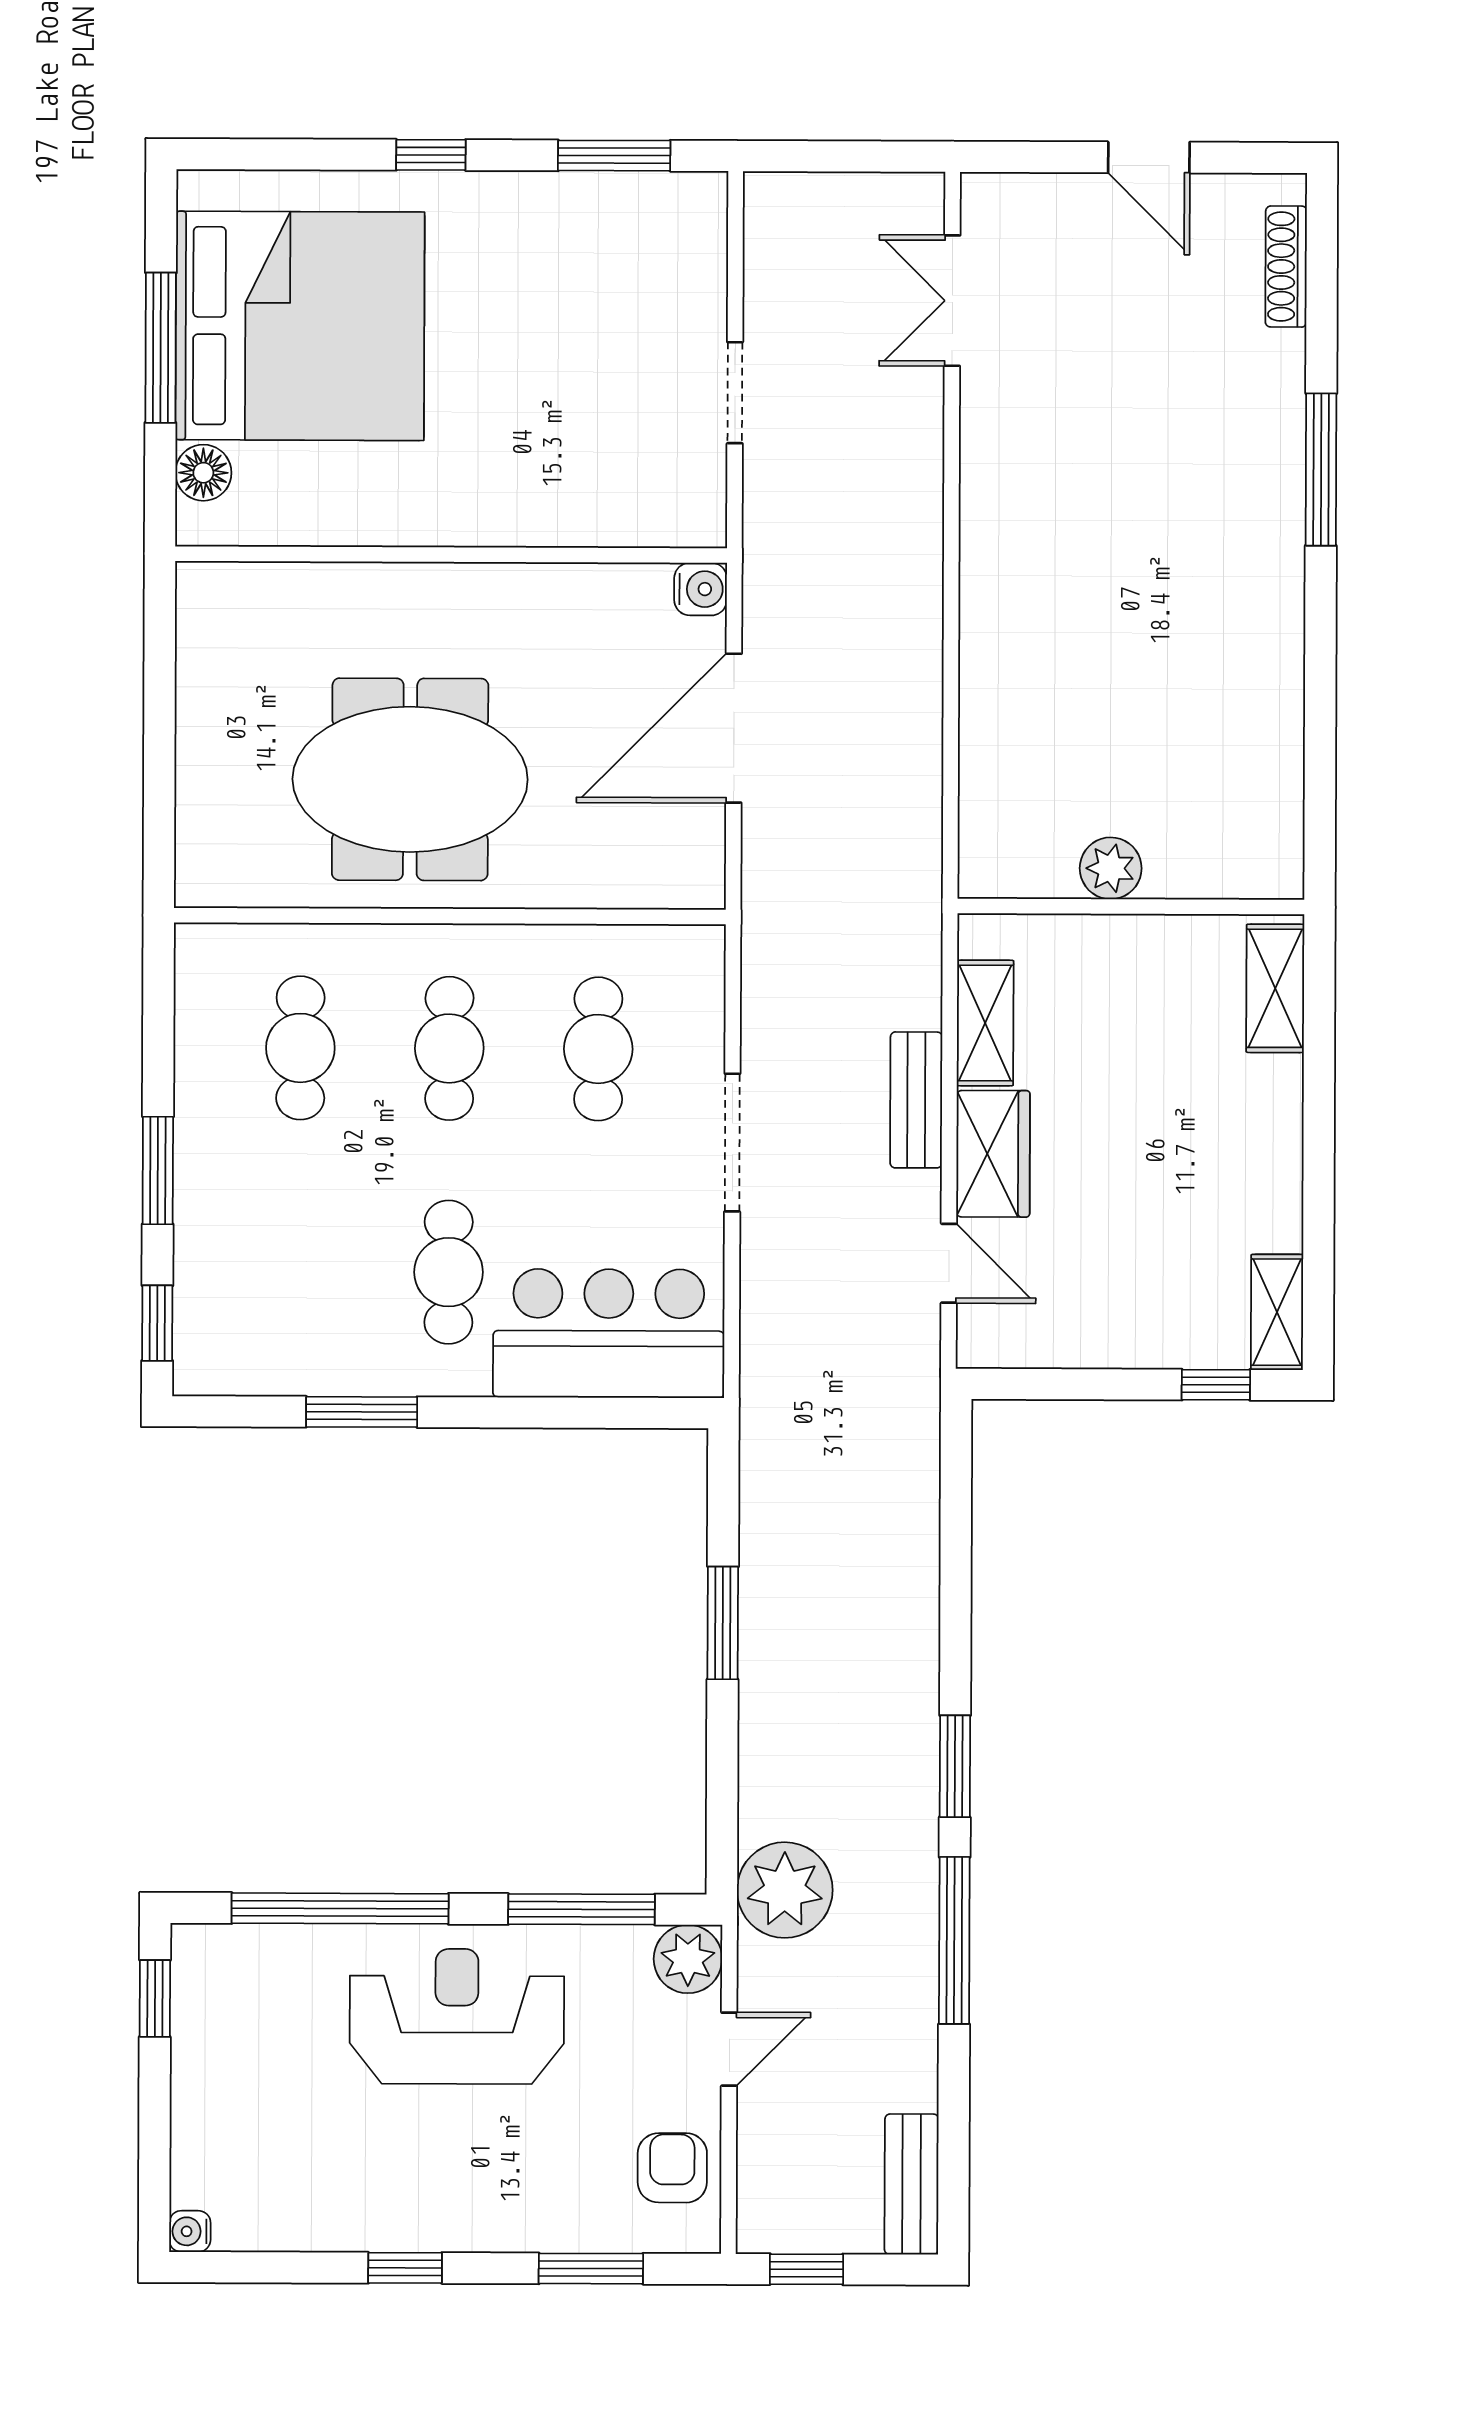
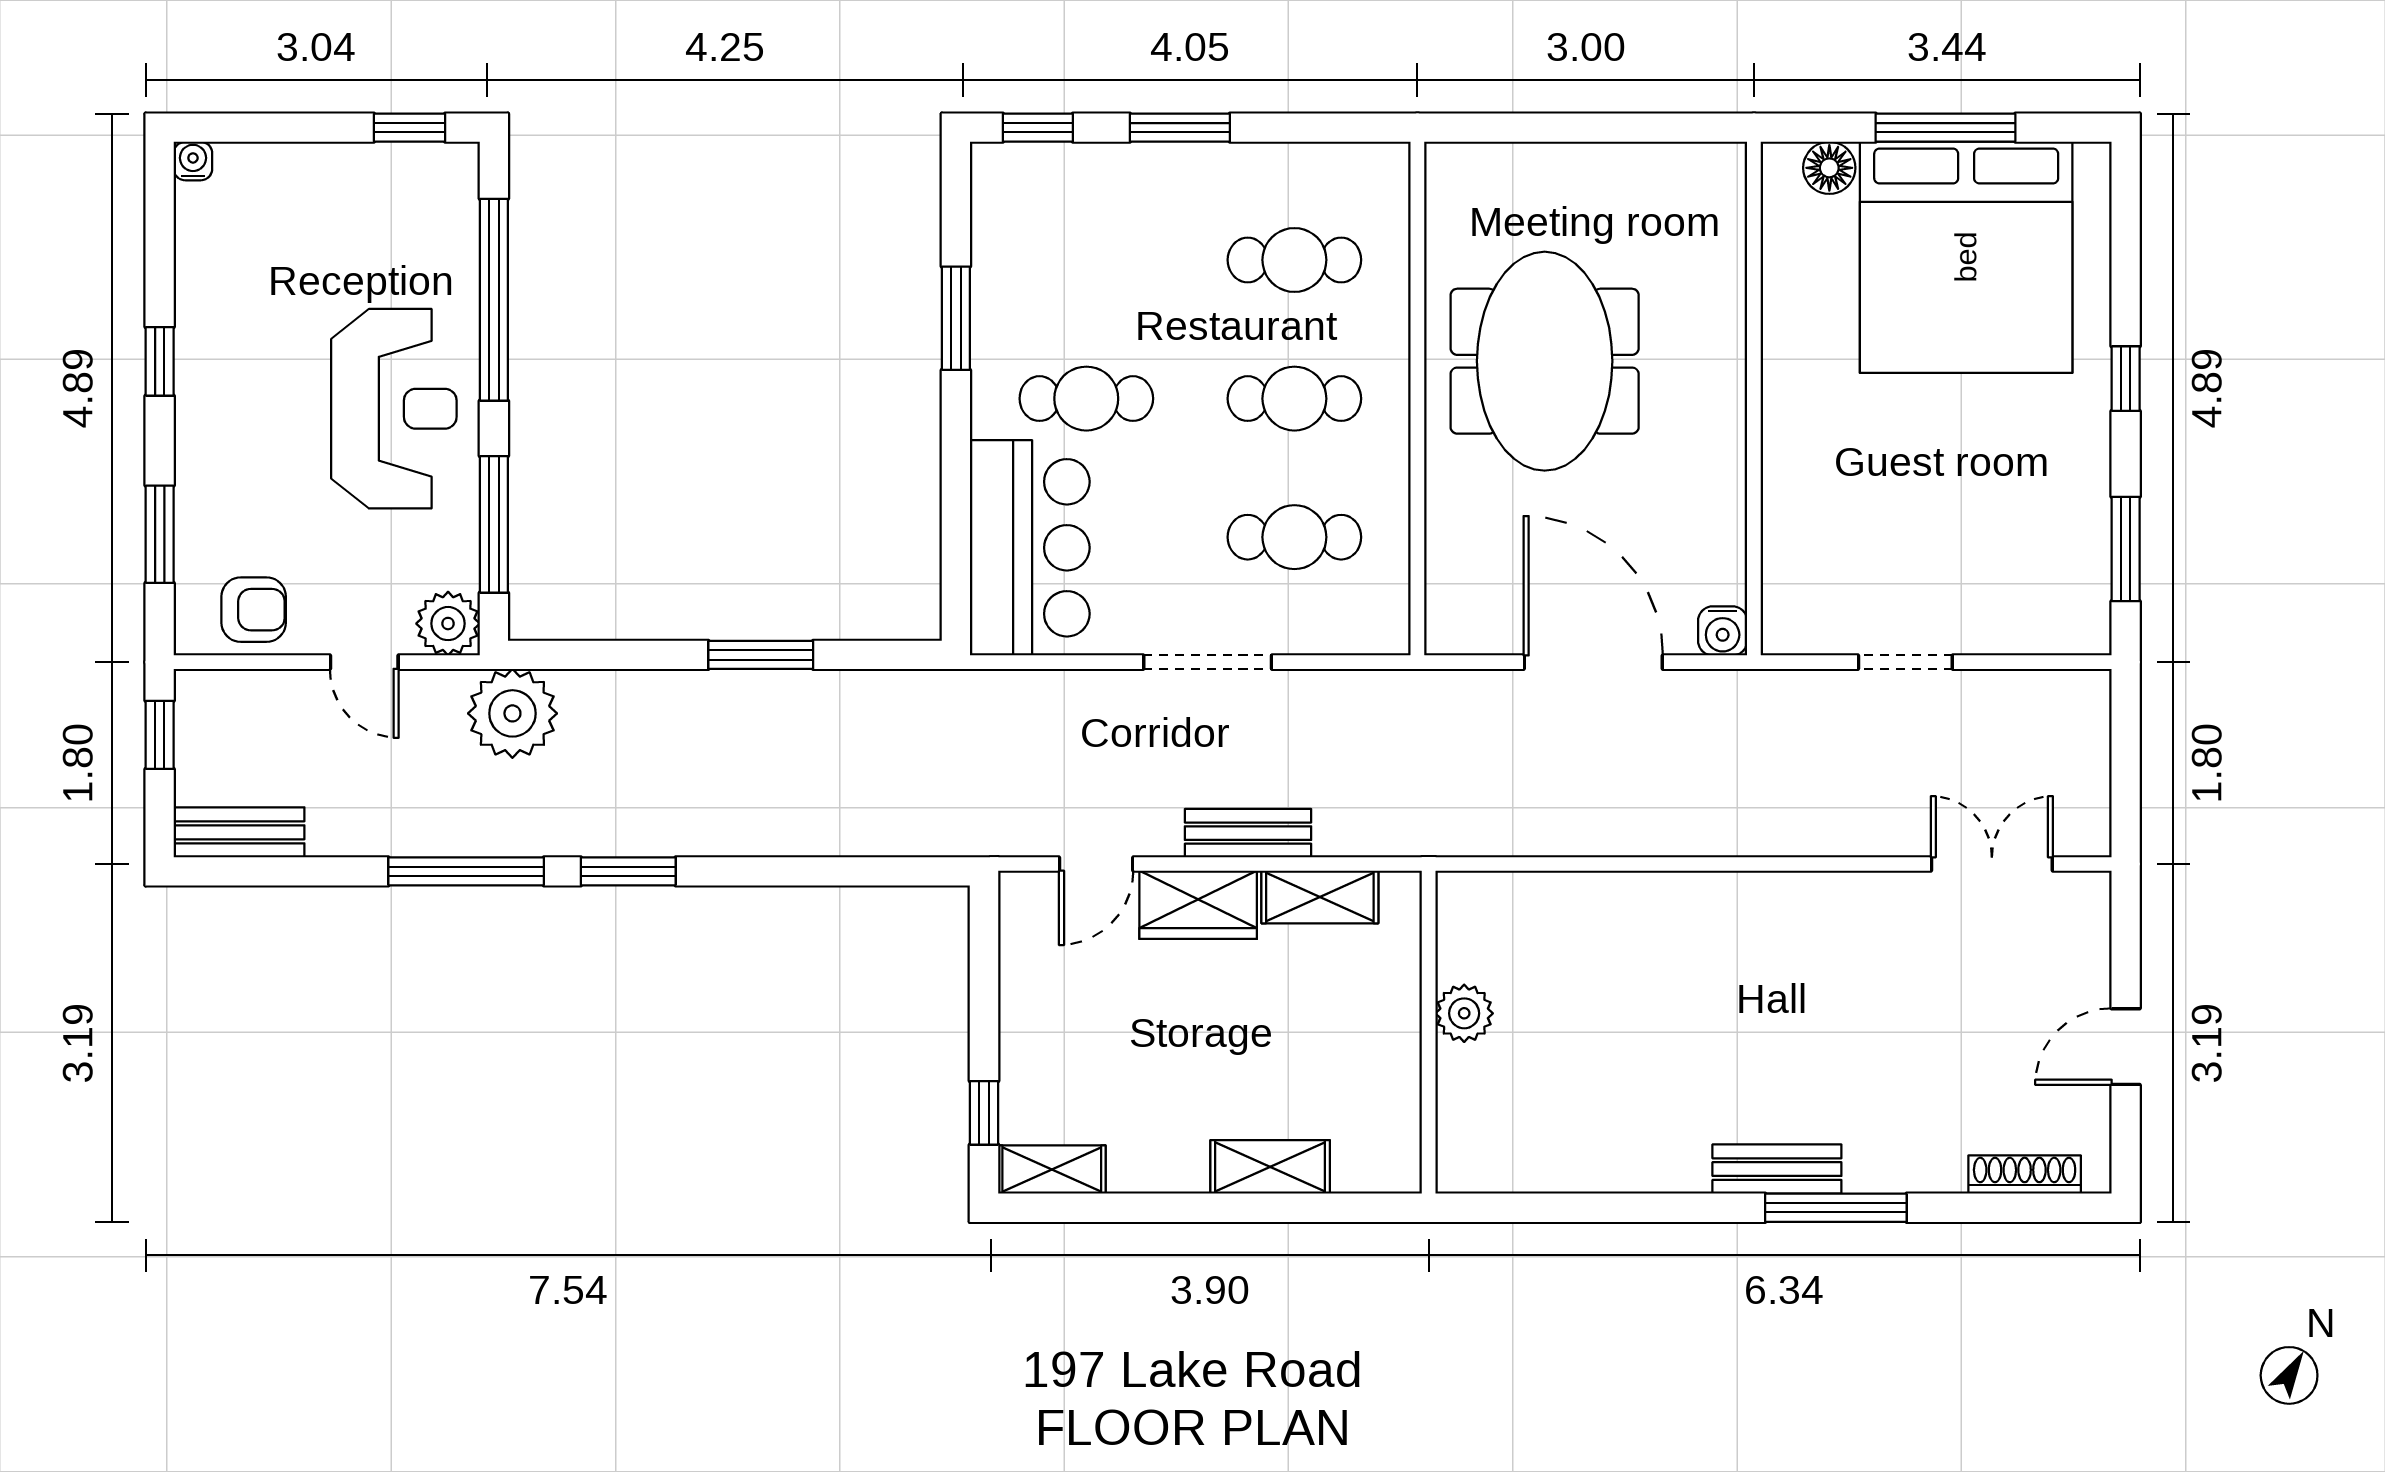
bench: (1279, 533) -> (1777, 1169), added
shelving: (1275, 988) -> (1270, 1167), moved

